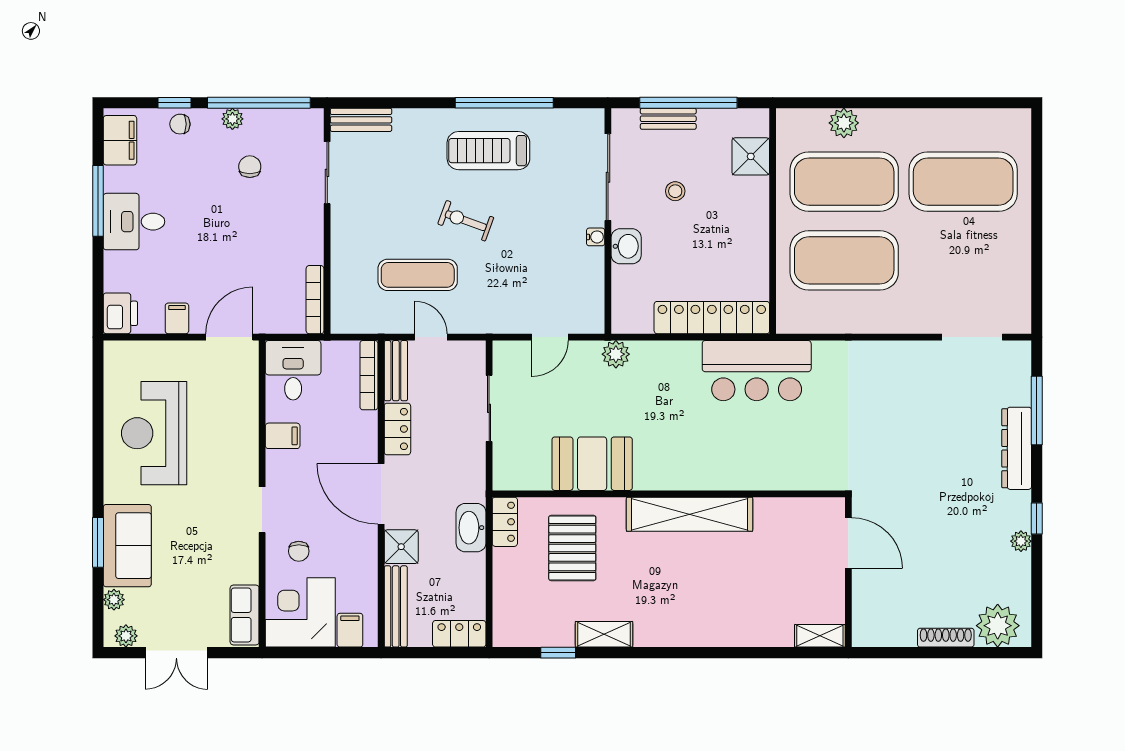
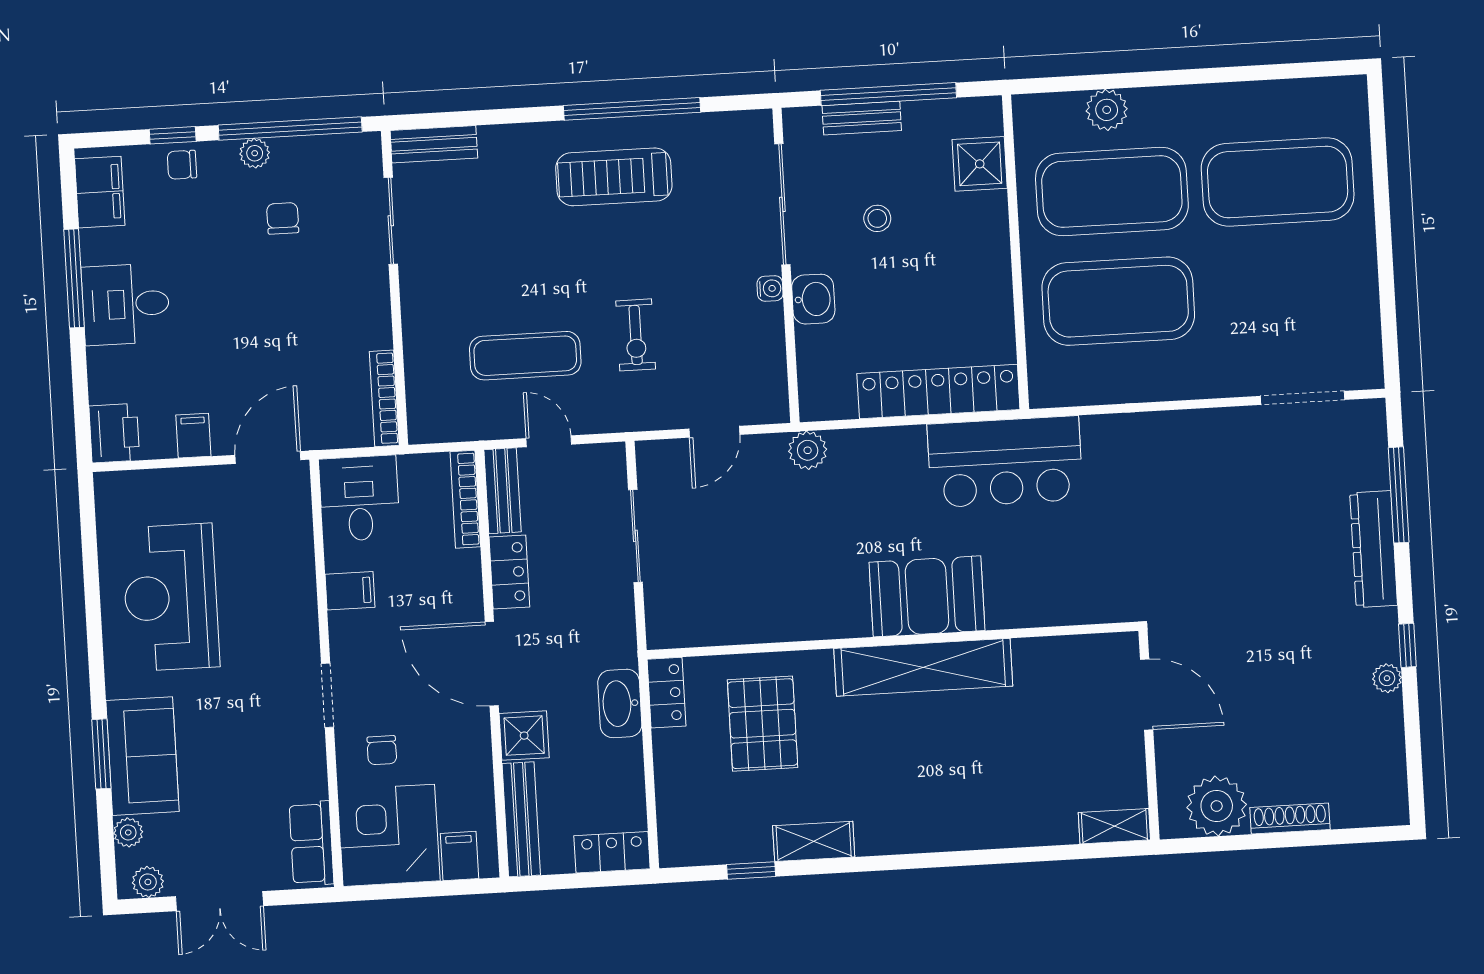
exercise bike: (466, 221) -> (636, 335), moved, turned -110
booth: (592, 464) -> (927, 596), moved
plant: (998, 626) -> (1217, 806), moved

